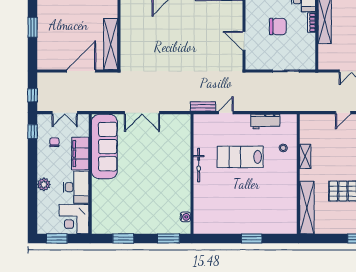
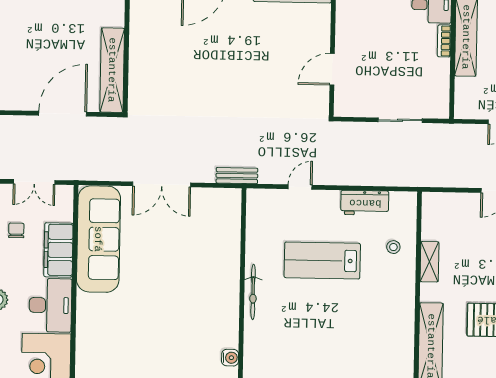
chair: (278, 26) -> (388, 47), removed
door: (244, 41) -> (332, 69), hinge flipped
bench: (203, 106) -> (237, 176), moved
bicycle: (199, 165) -> (253, 292), moved

